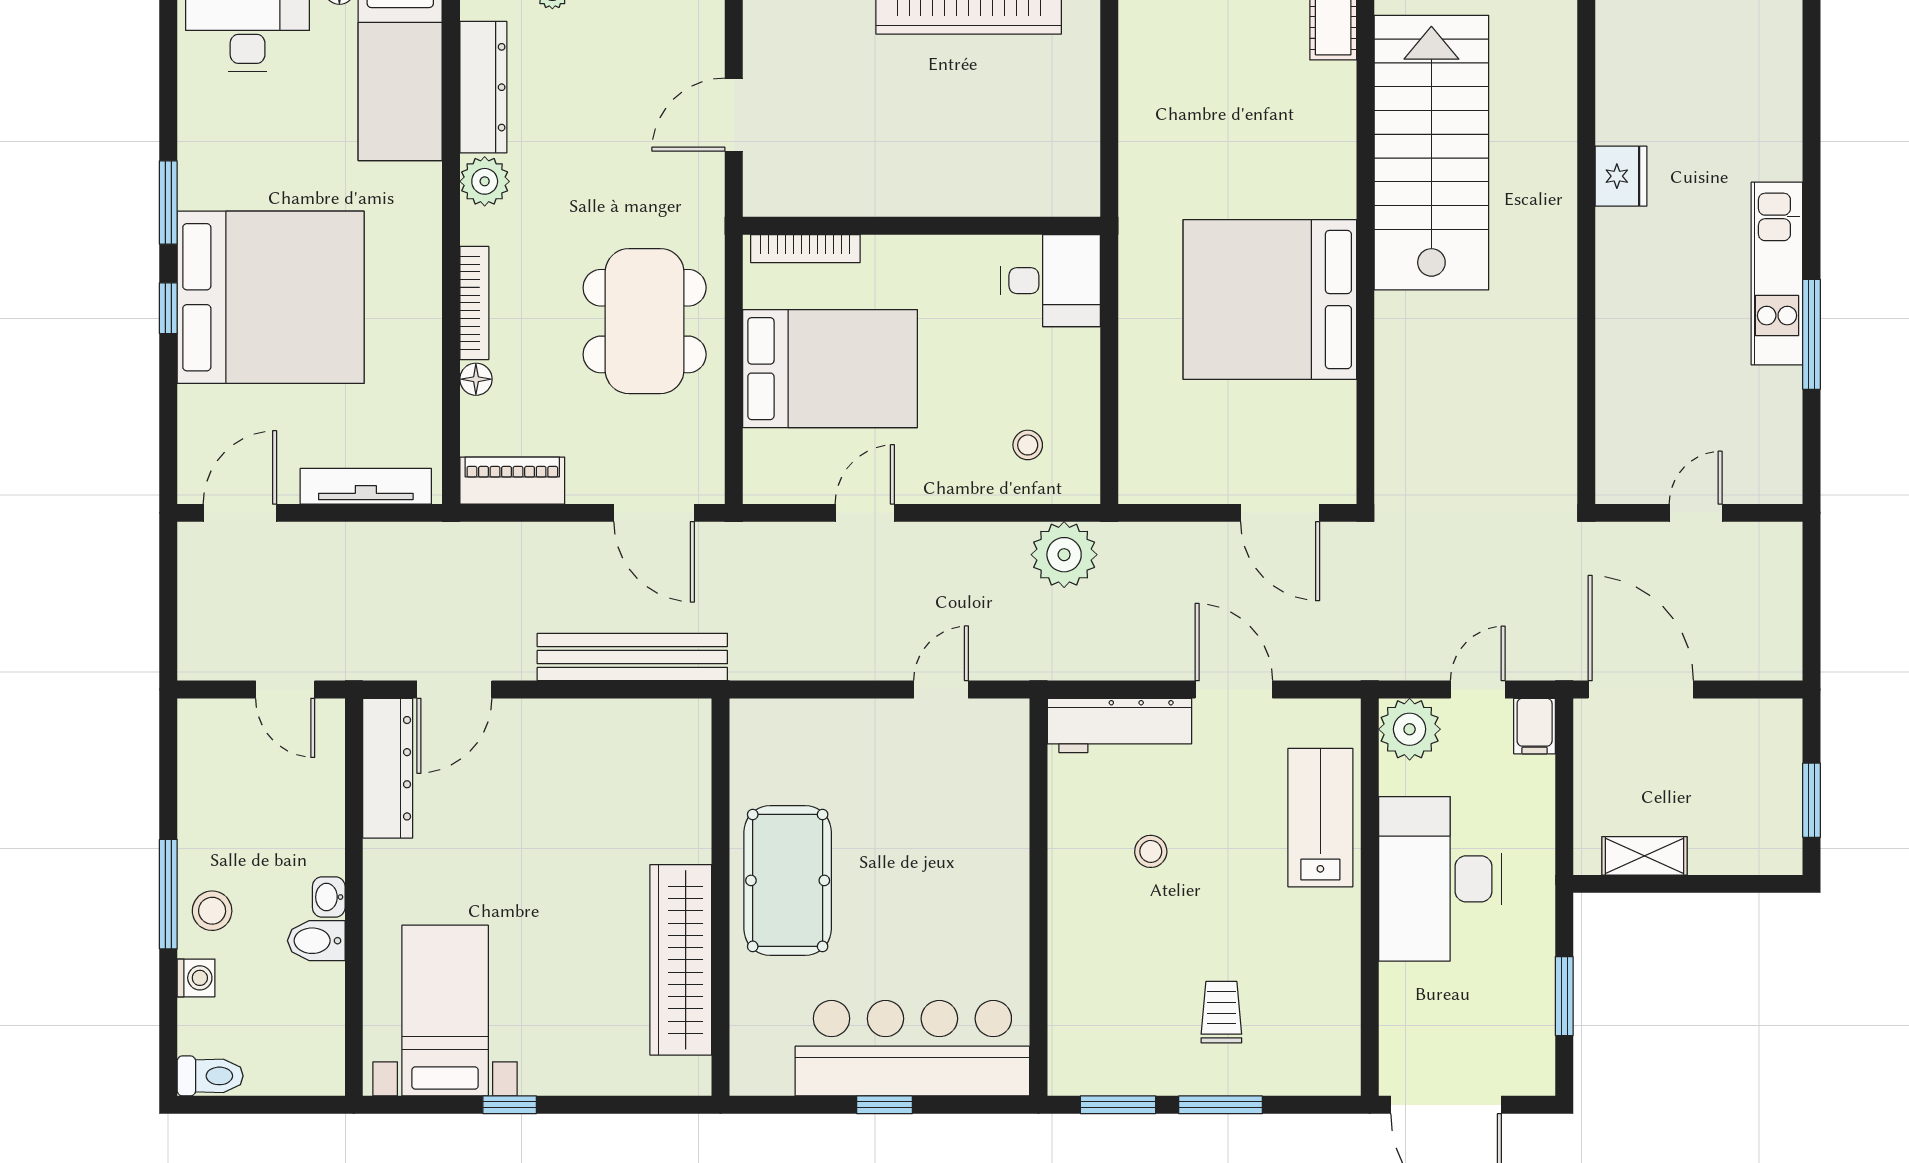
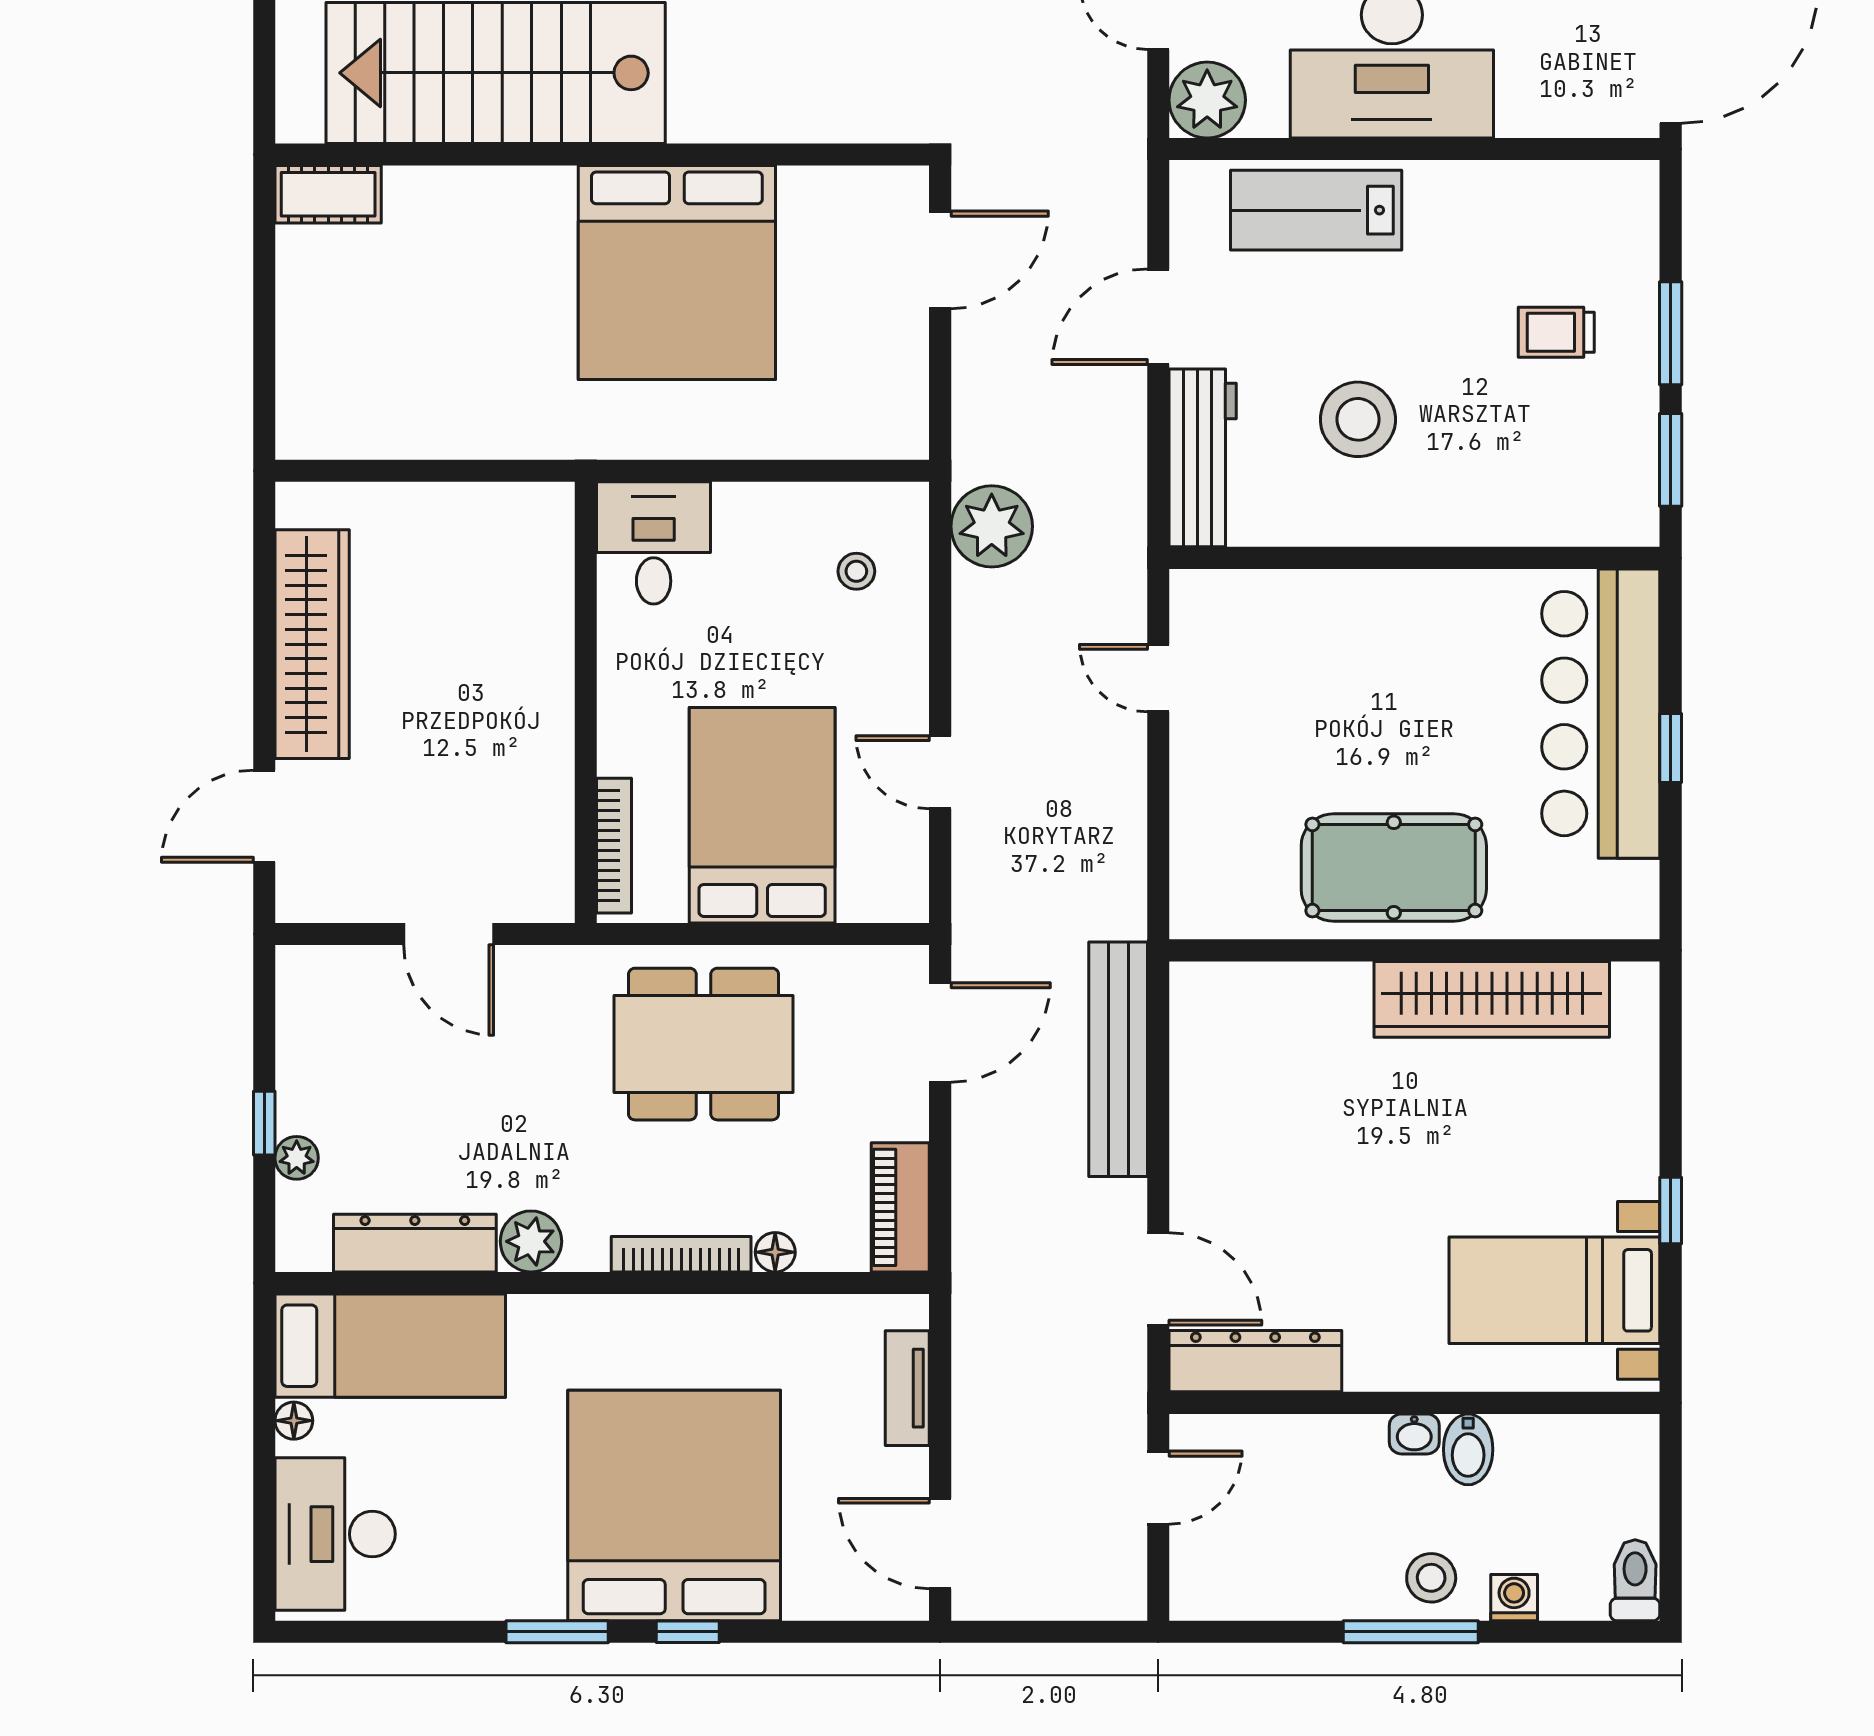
tv unit: (366, 486) -> (907, 1388), width x0.71
stool: (1151, 851) -> (1358, 419), width x1.89, depth x1.89

